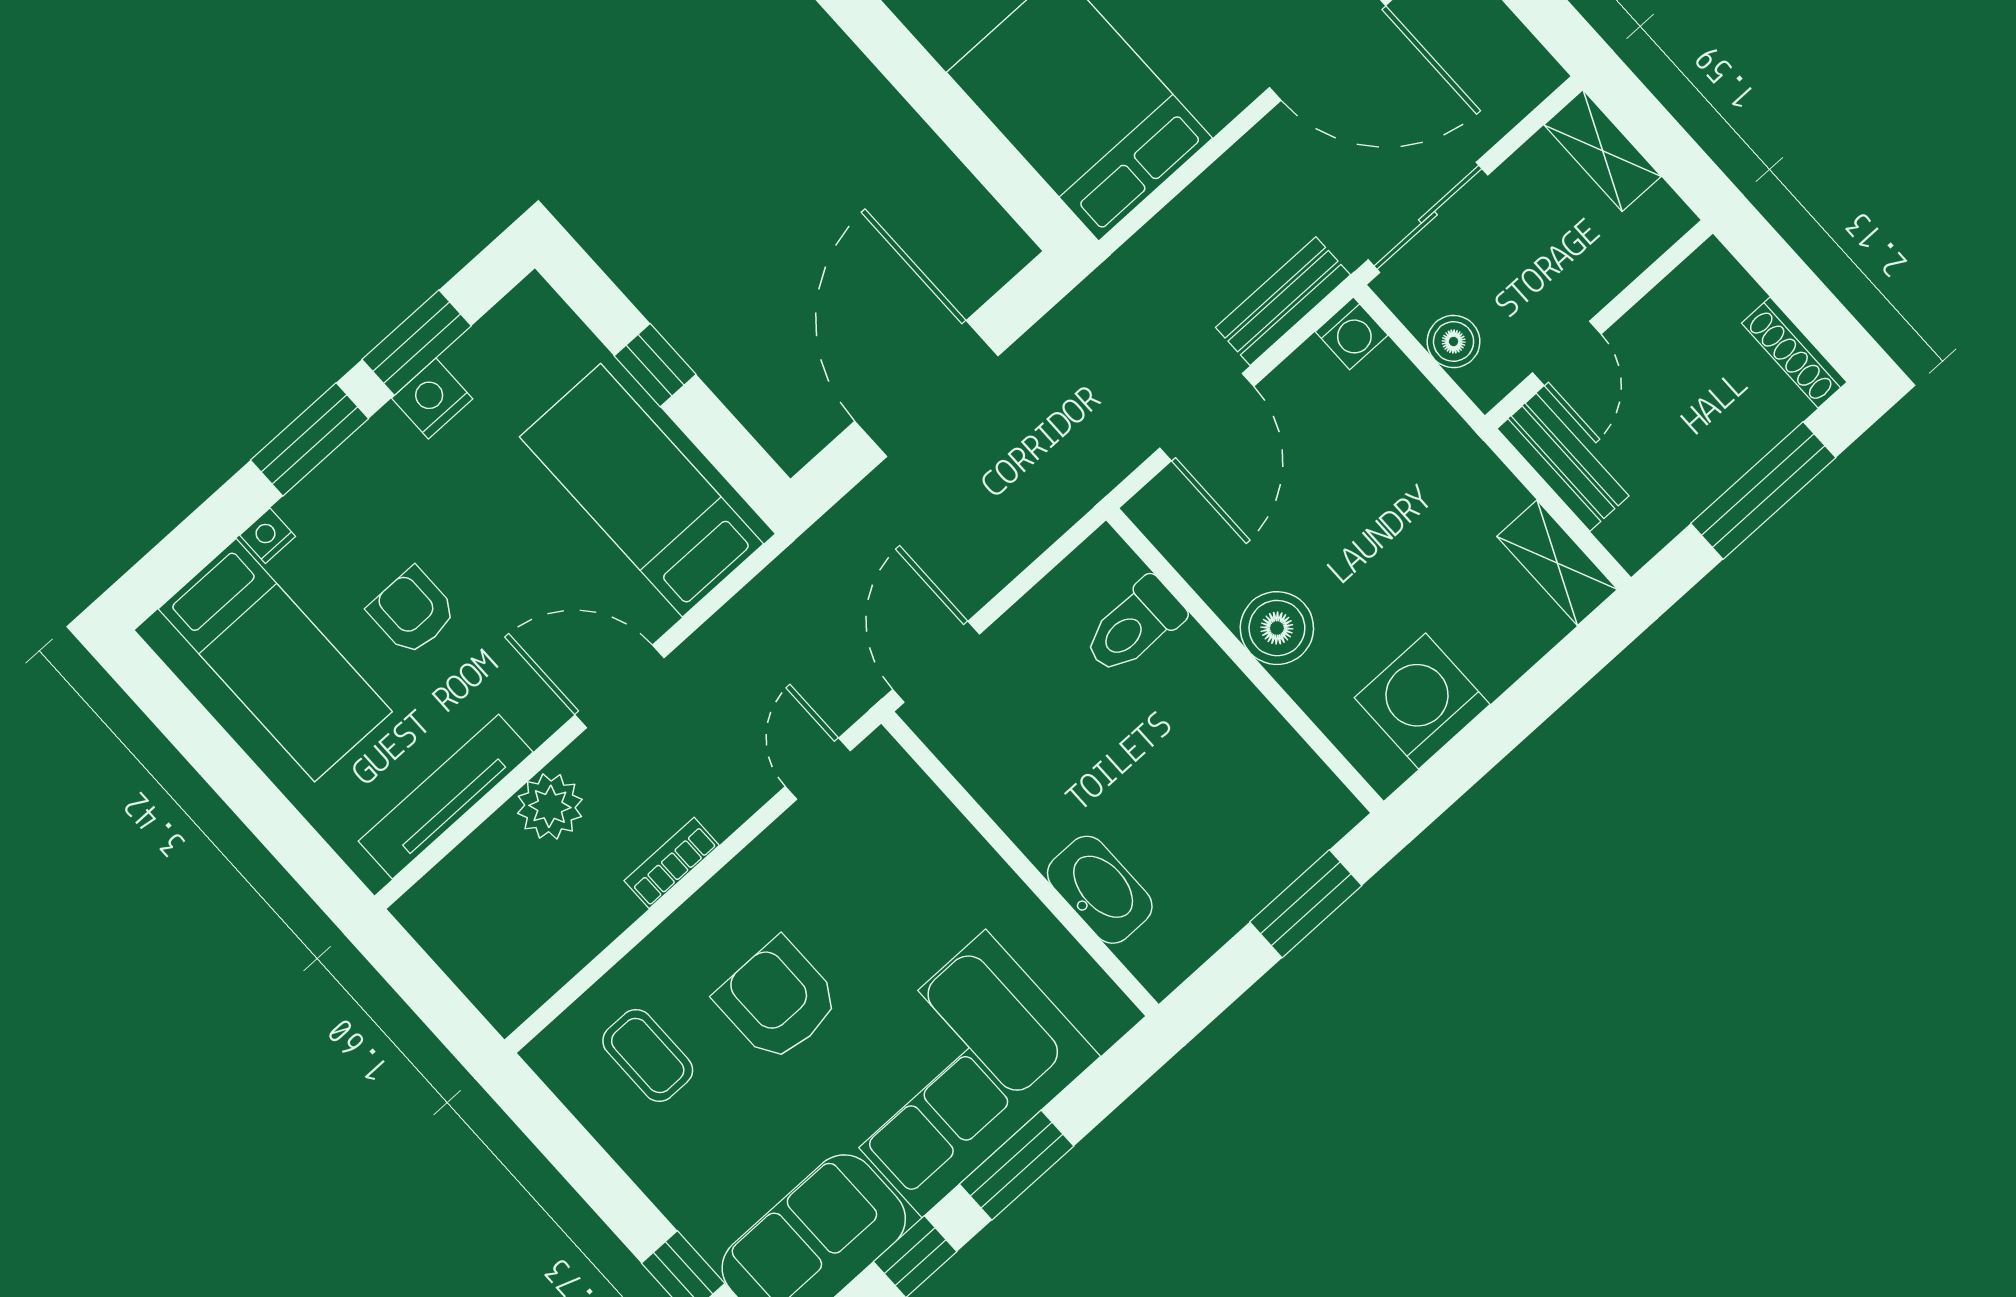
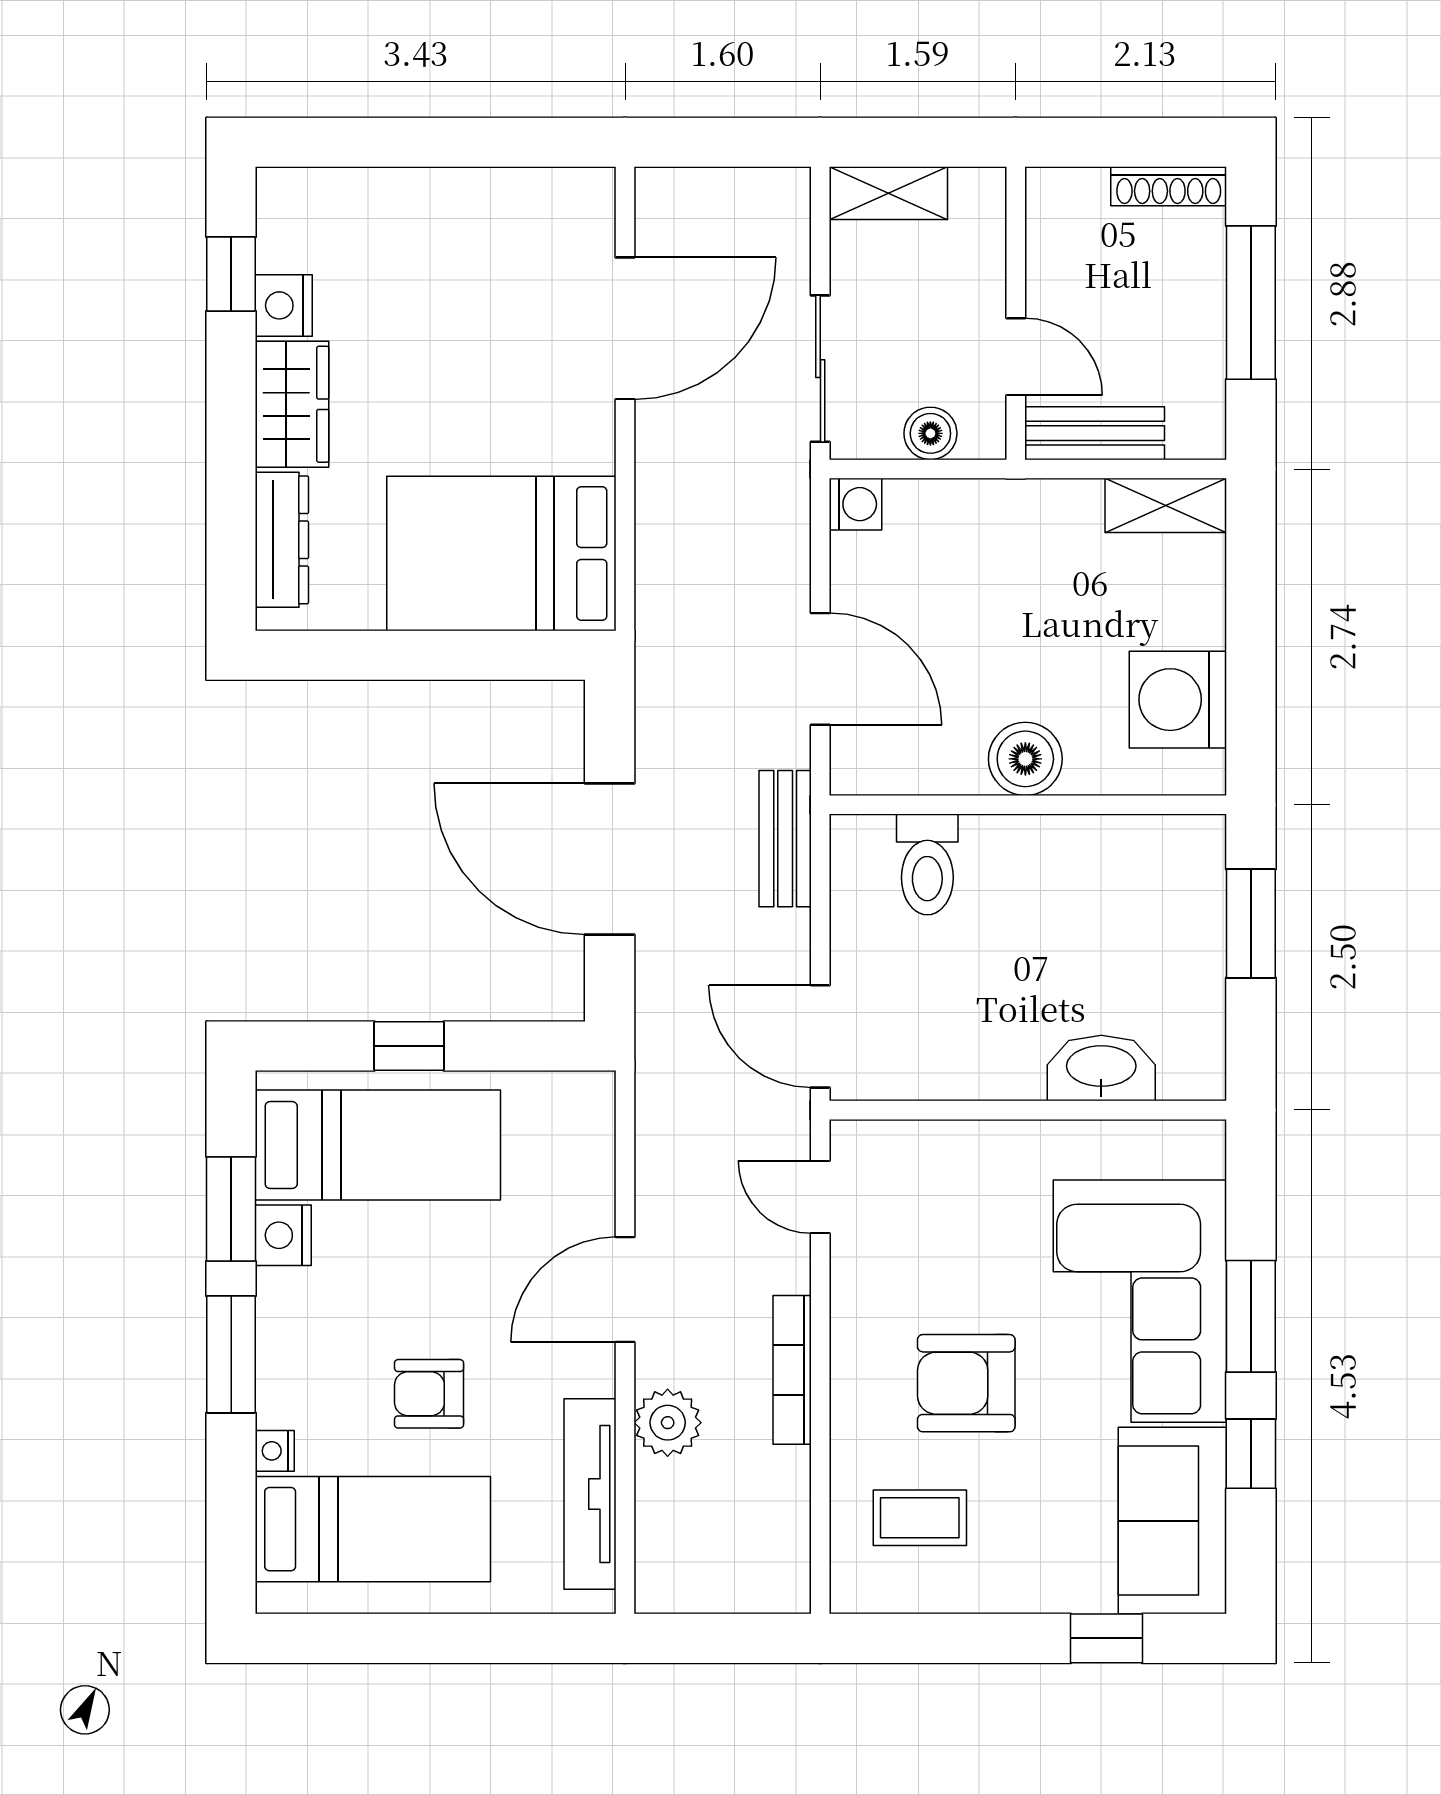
bench: (1283, 301) -> (785, 839), moved
bed: (642, 490) -> (378, 1145), moved, turned 180
bookcase: (672, 863) -> (792, 1370), width x1.56

